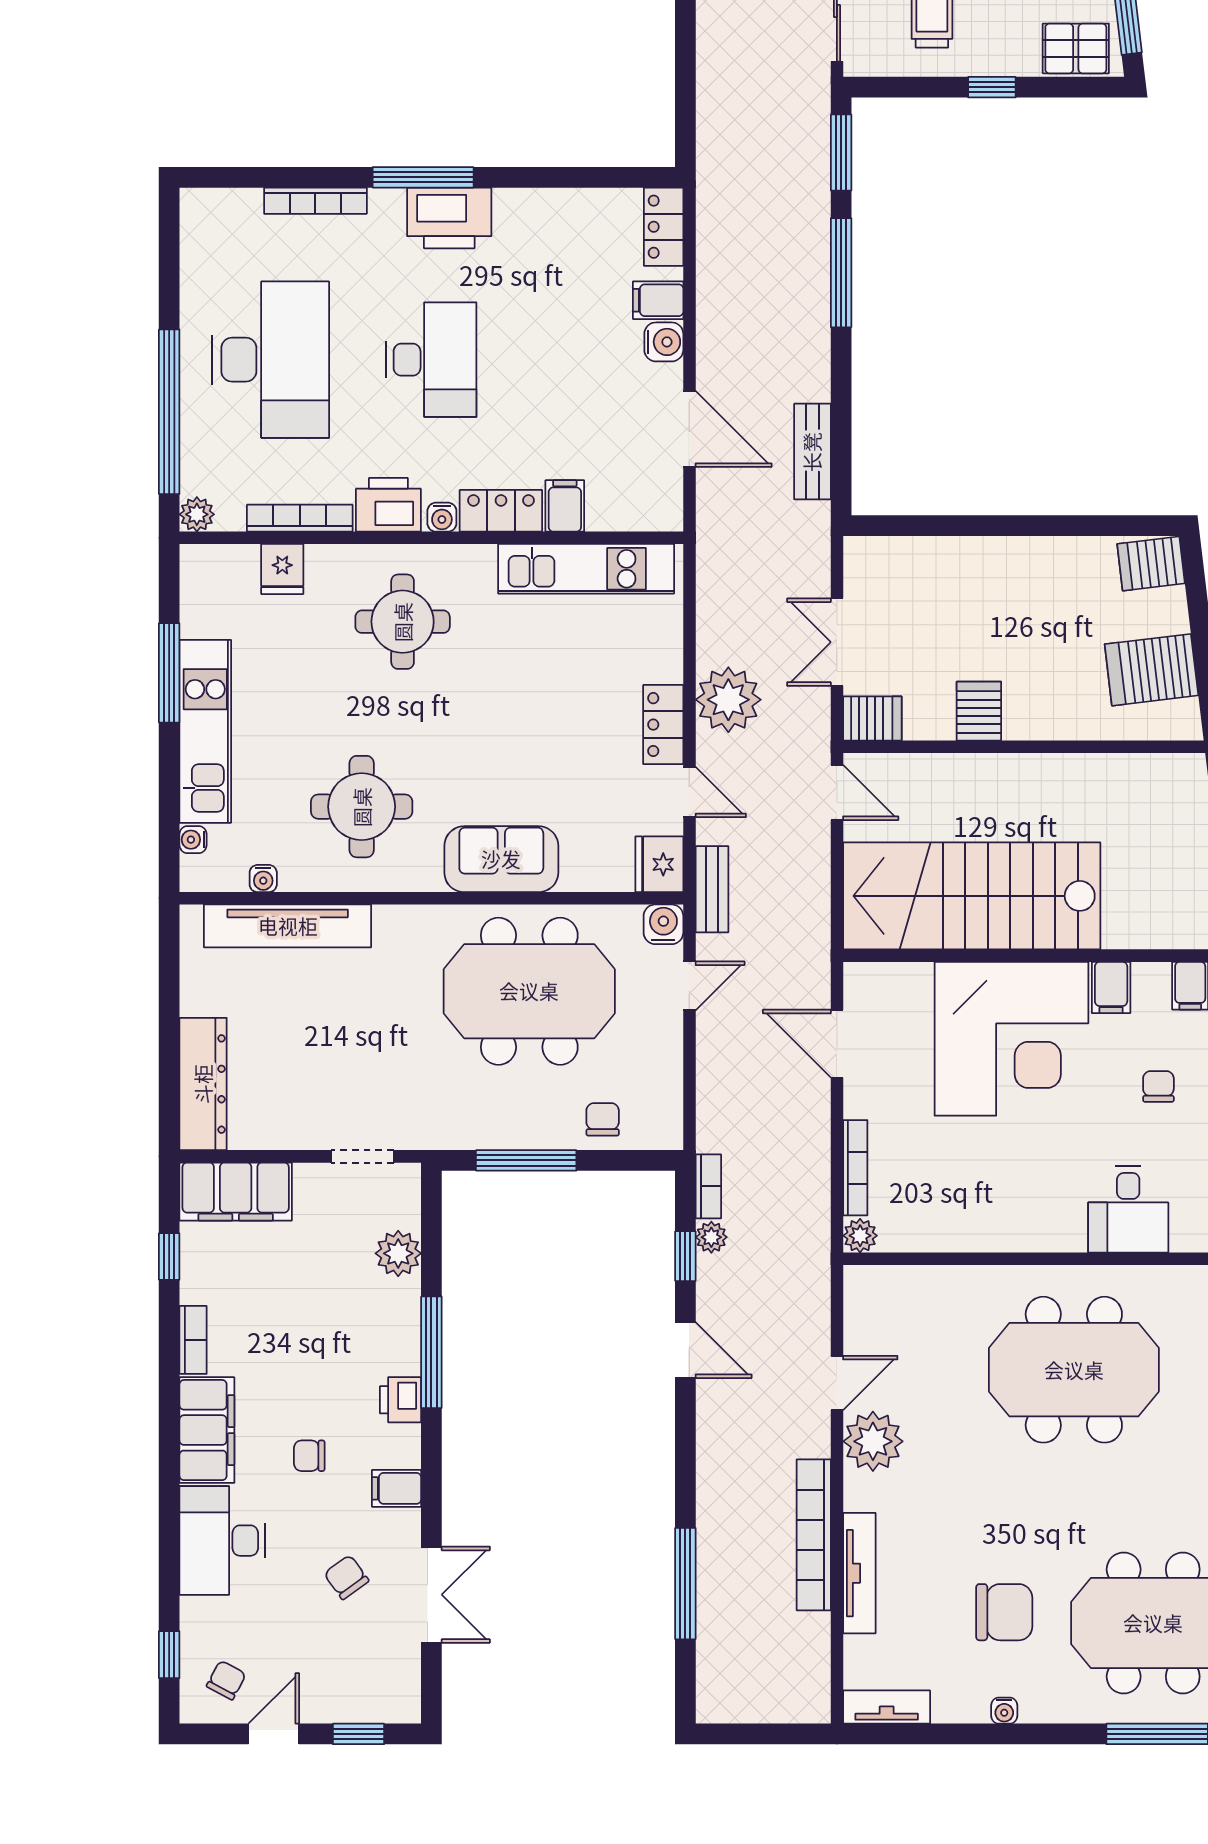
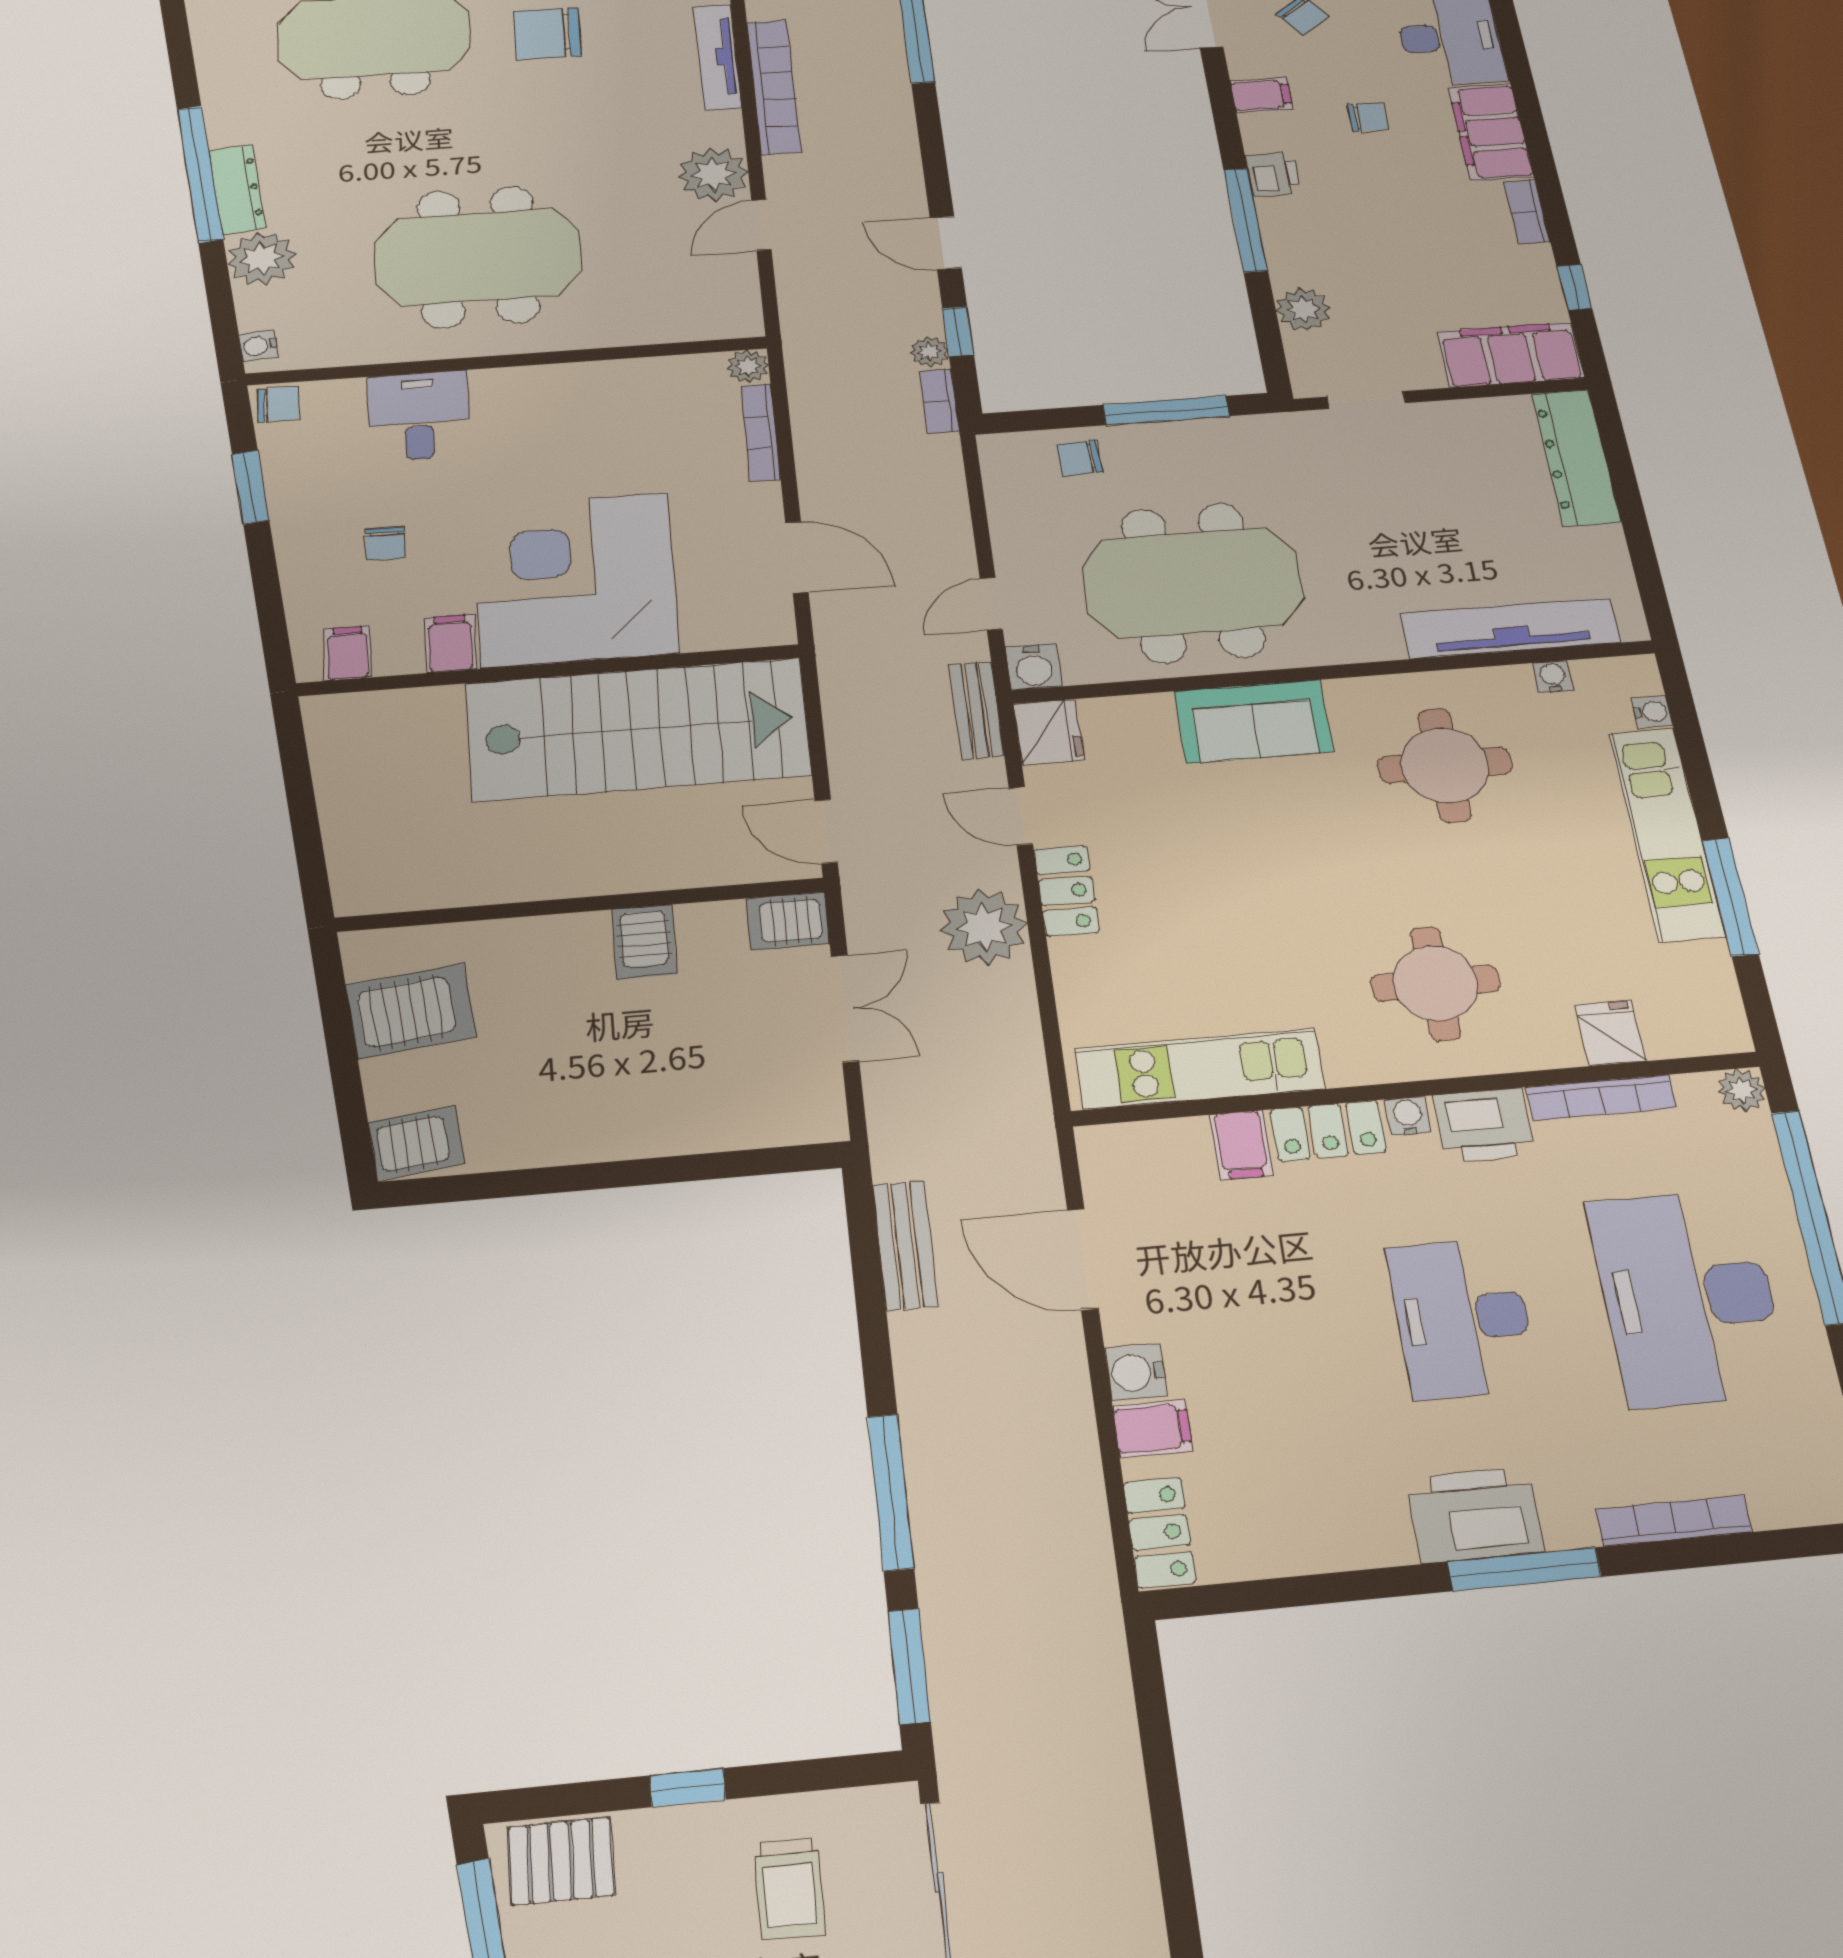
chair: (603, 1119) -> (1079, 458), turned 87

